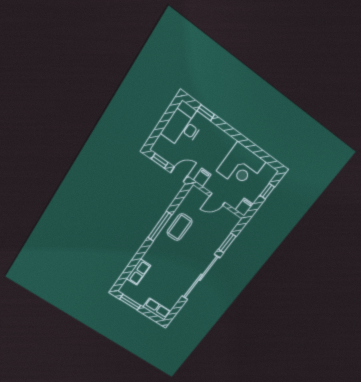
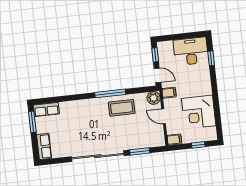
plant: (195, 194) -> (154, 98), added
row of seats: (138, 272) -> (46, 109), moved

